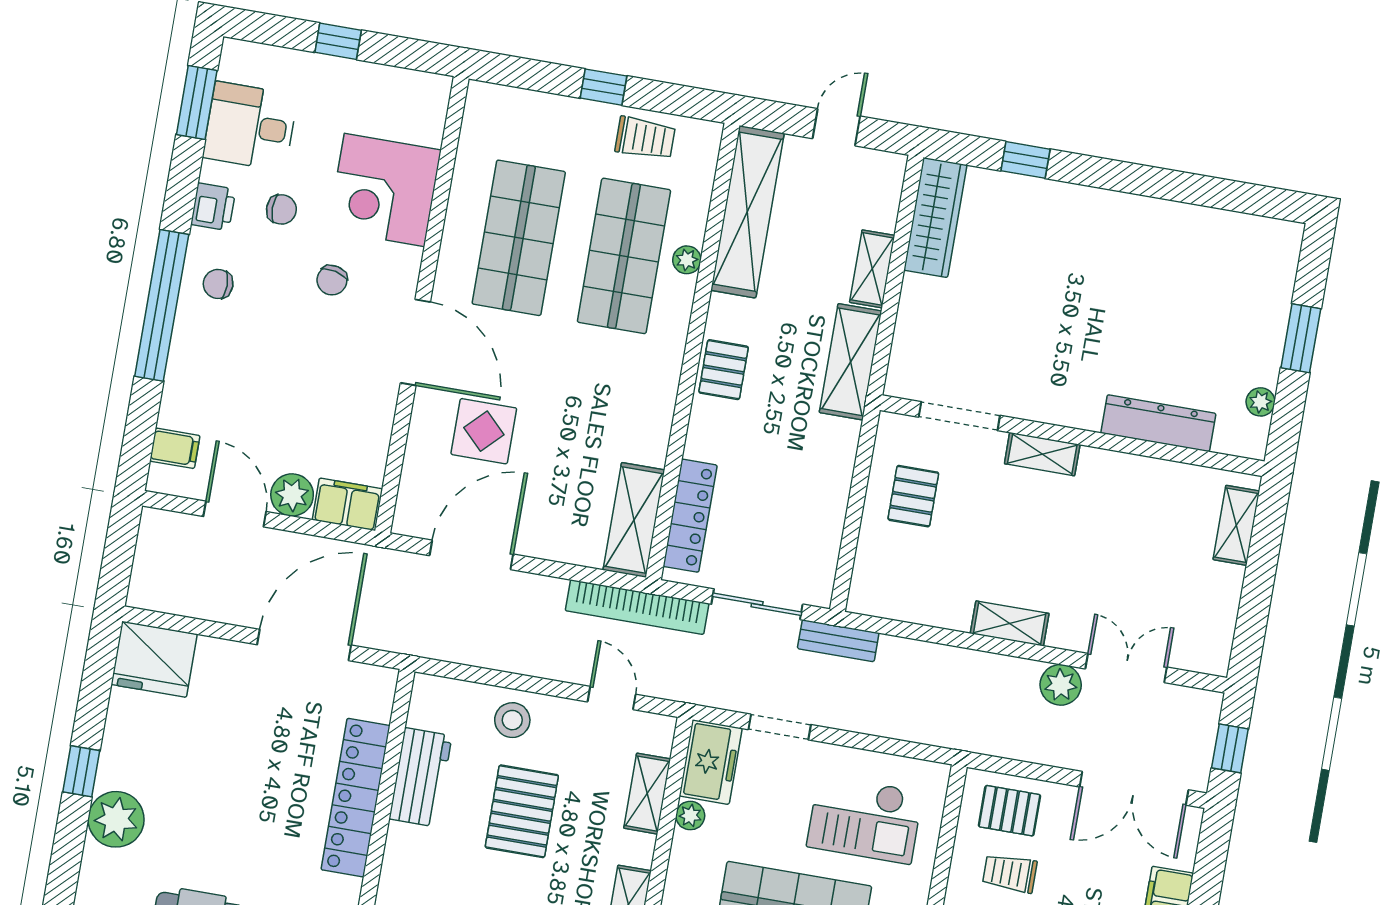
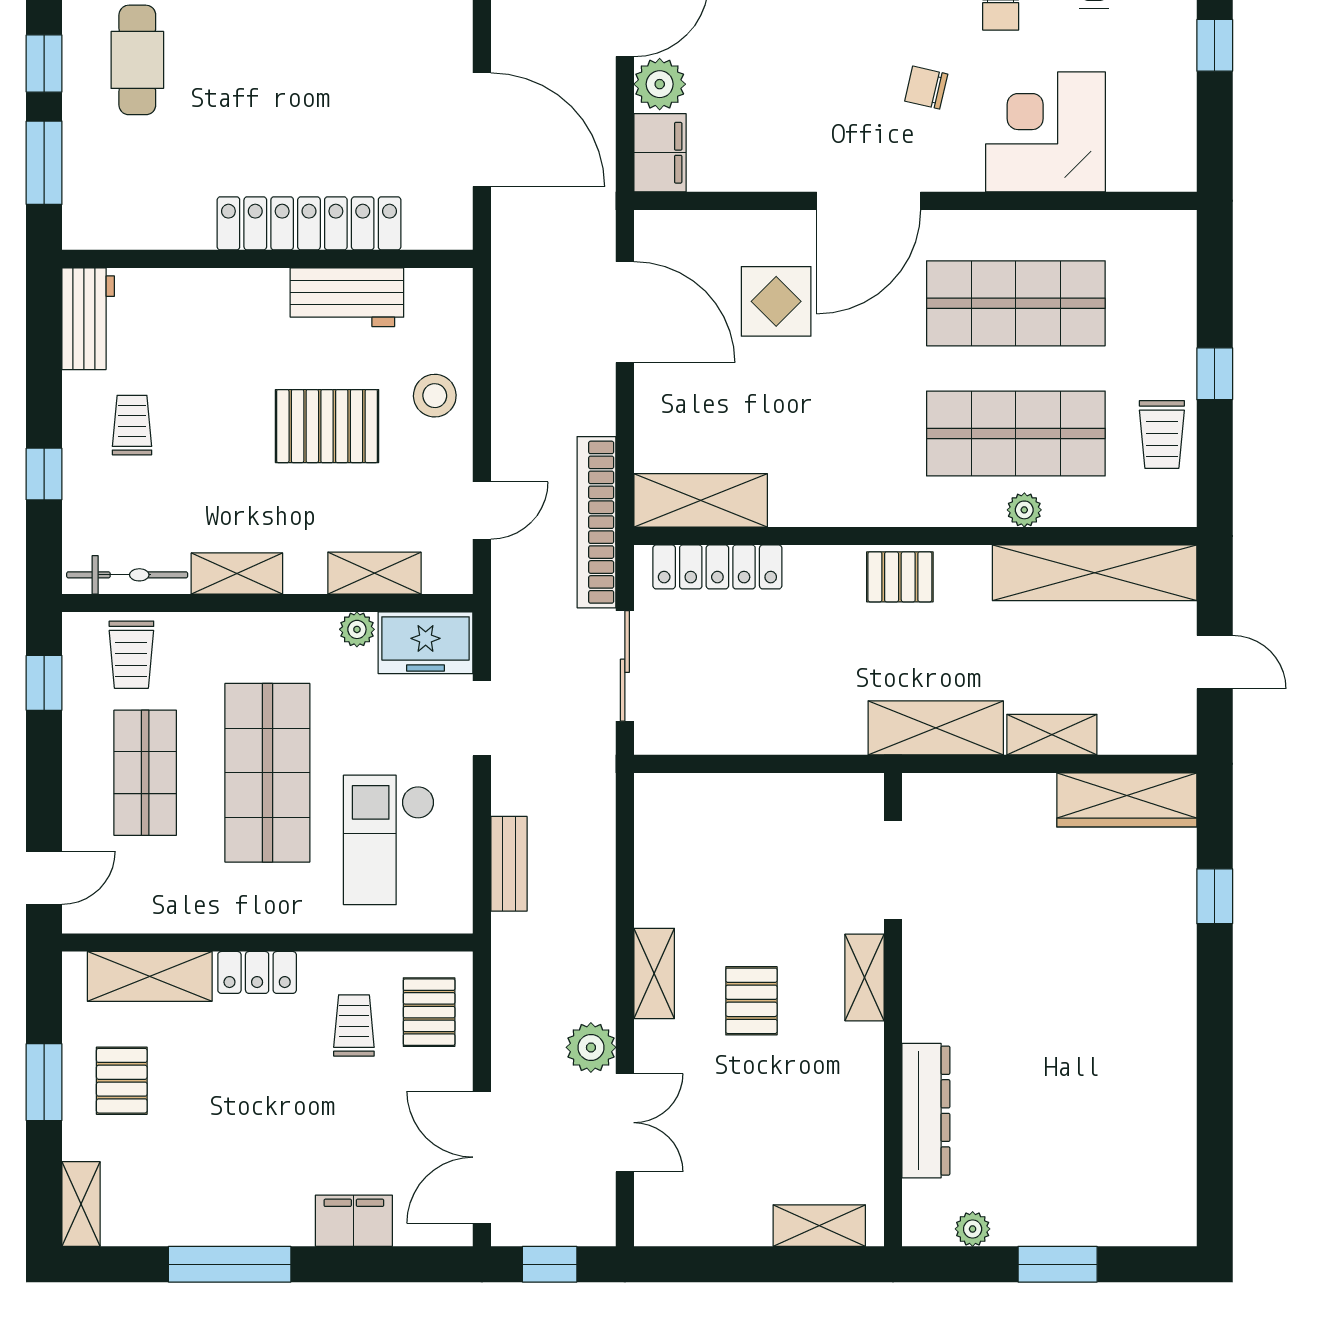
pallet: (913, 496) -> (751, 1001), moved, turned 90
bench: (838, 641) -> (509, 864), moved

